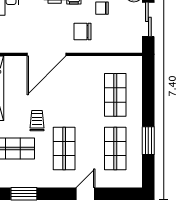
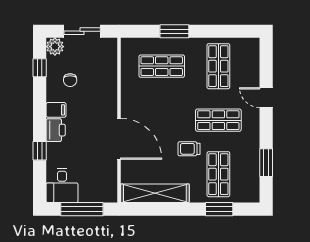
chair: (82, 31) -> (95, 101), removed
window: (148, 141) -> (174, 31), moved
shop shelf: (115, 149) -> (218, 66), turned 90

